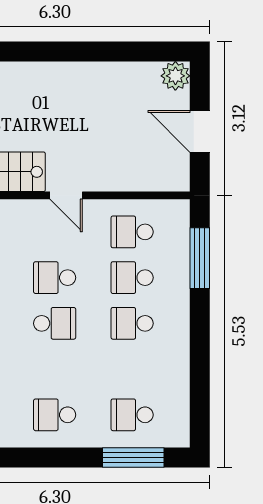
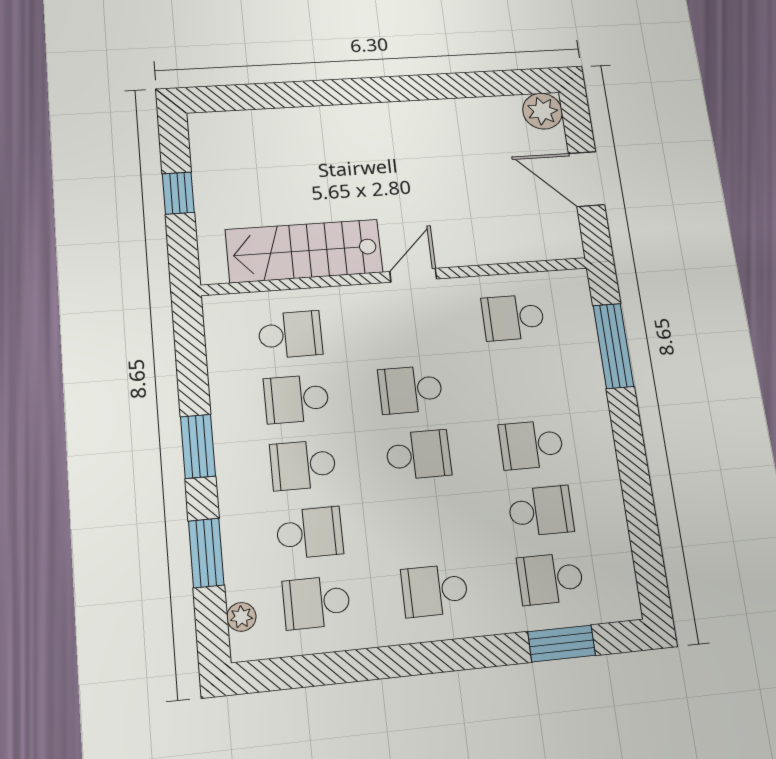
door: (66, 195) -> (413, 275), swing flipped
school desk: (132, 278) -> (541, 511), moved, turned 180
window: (133, 457) -> (562, 644), width x0.69

